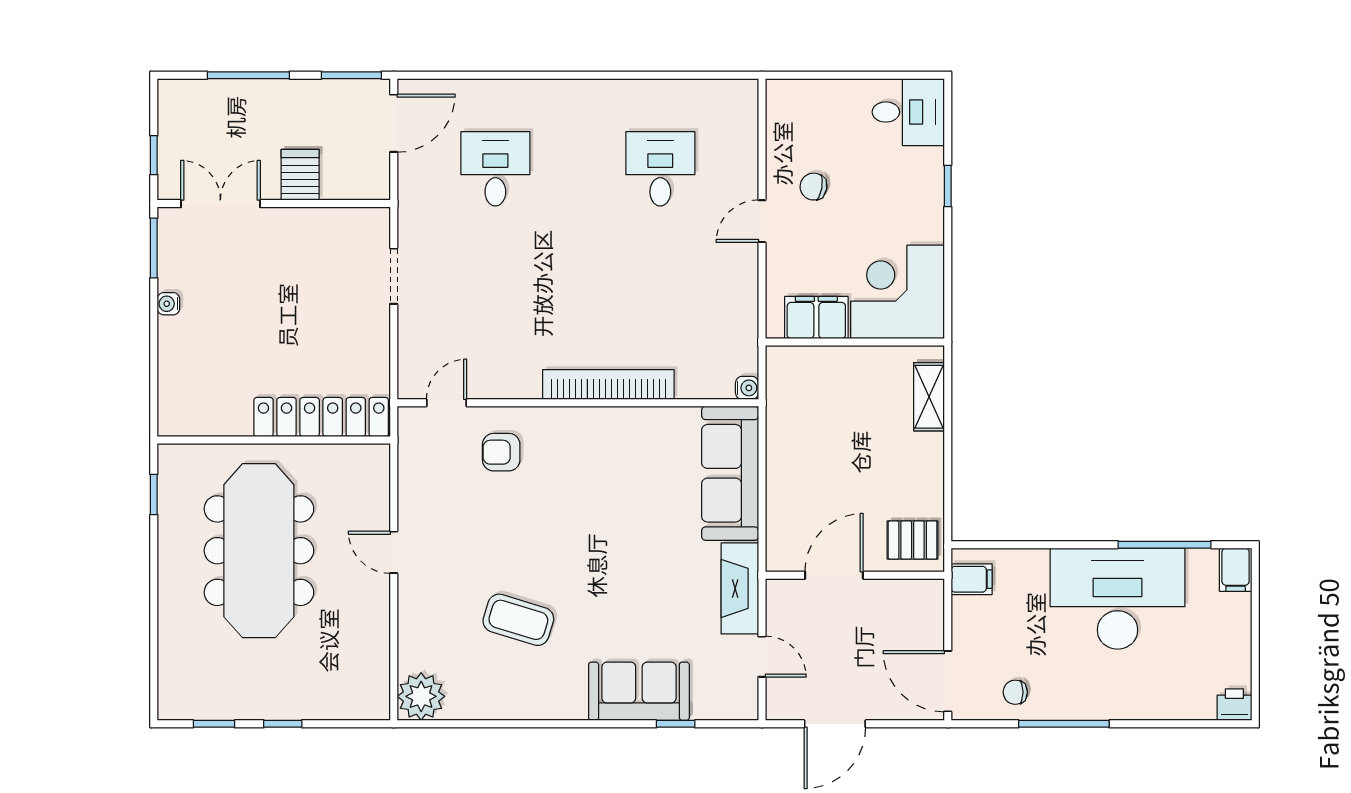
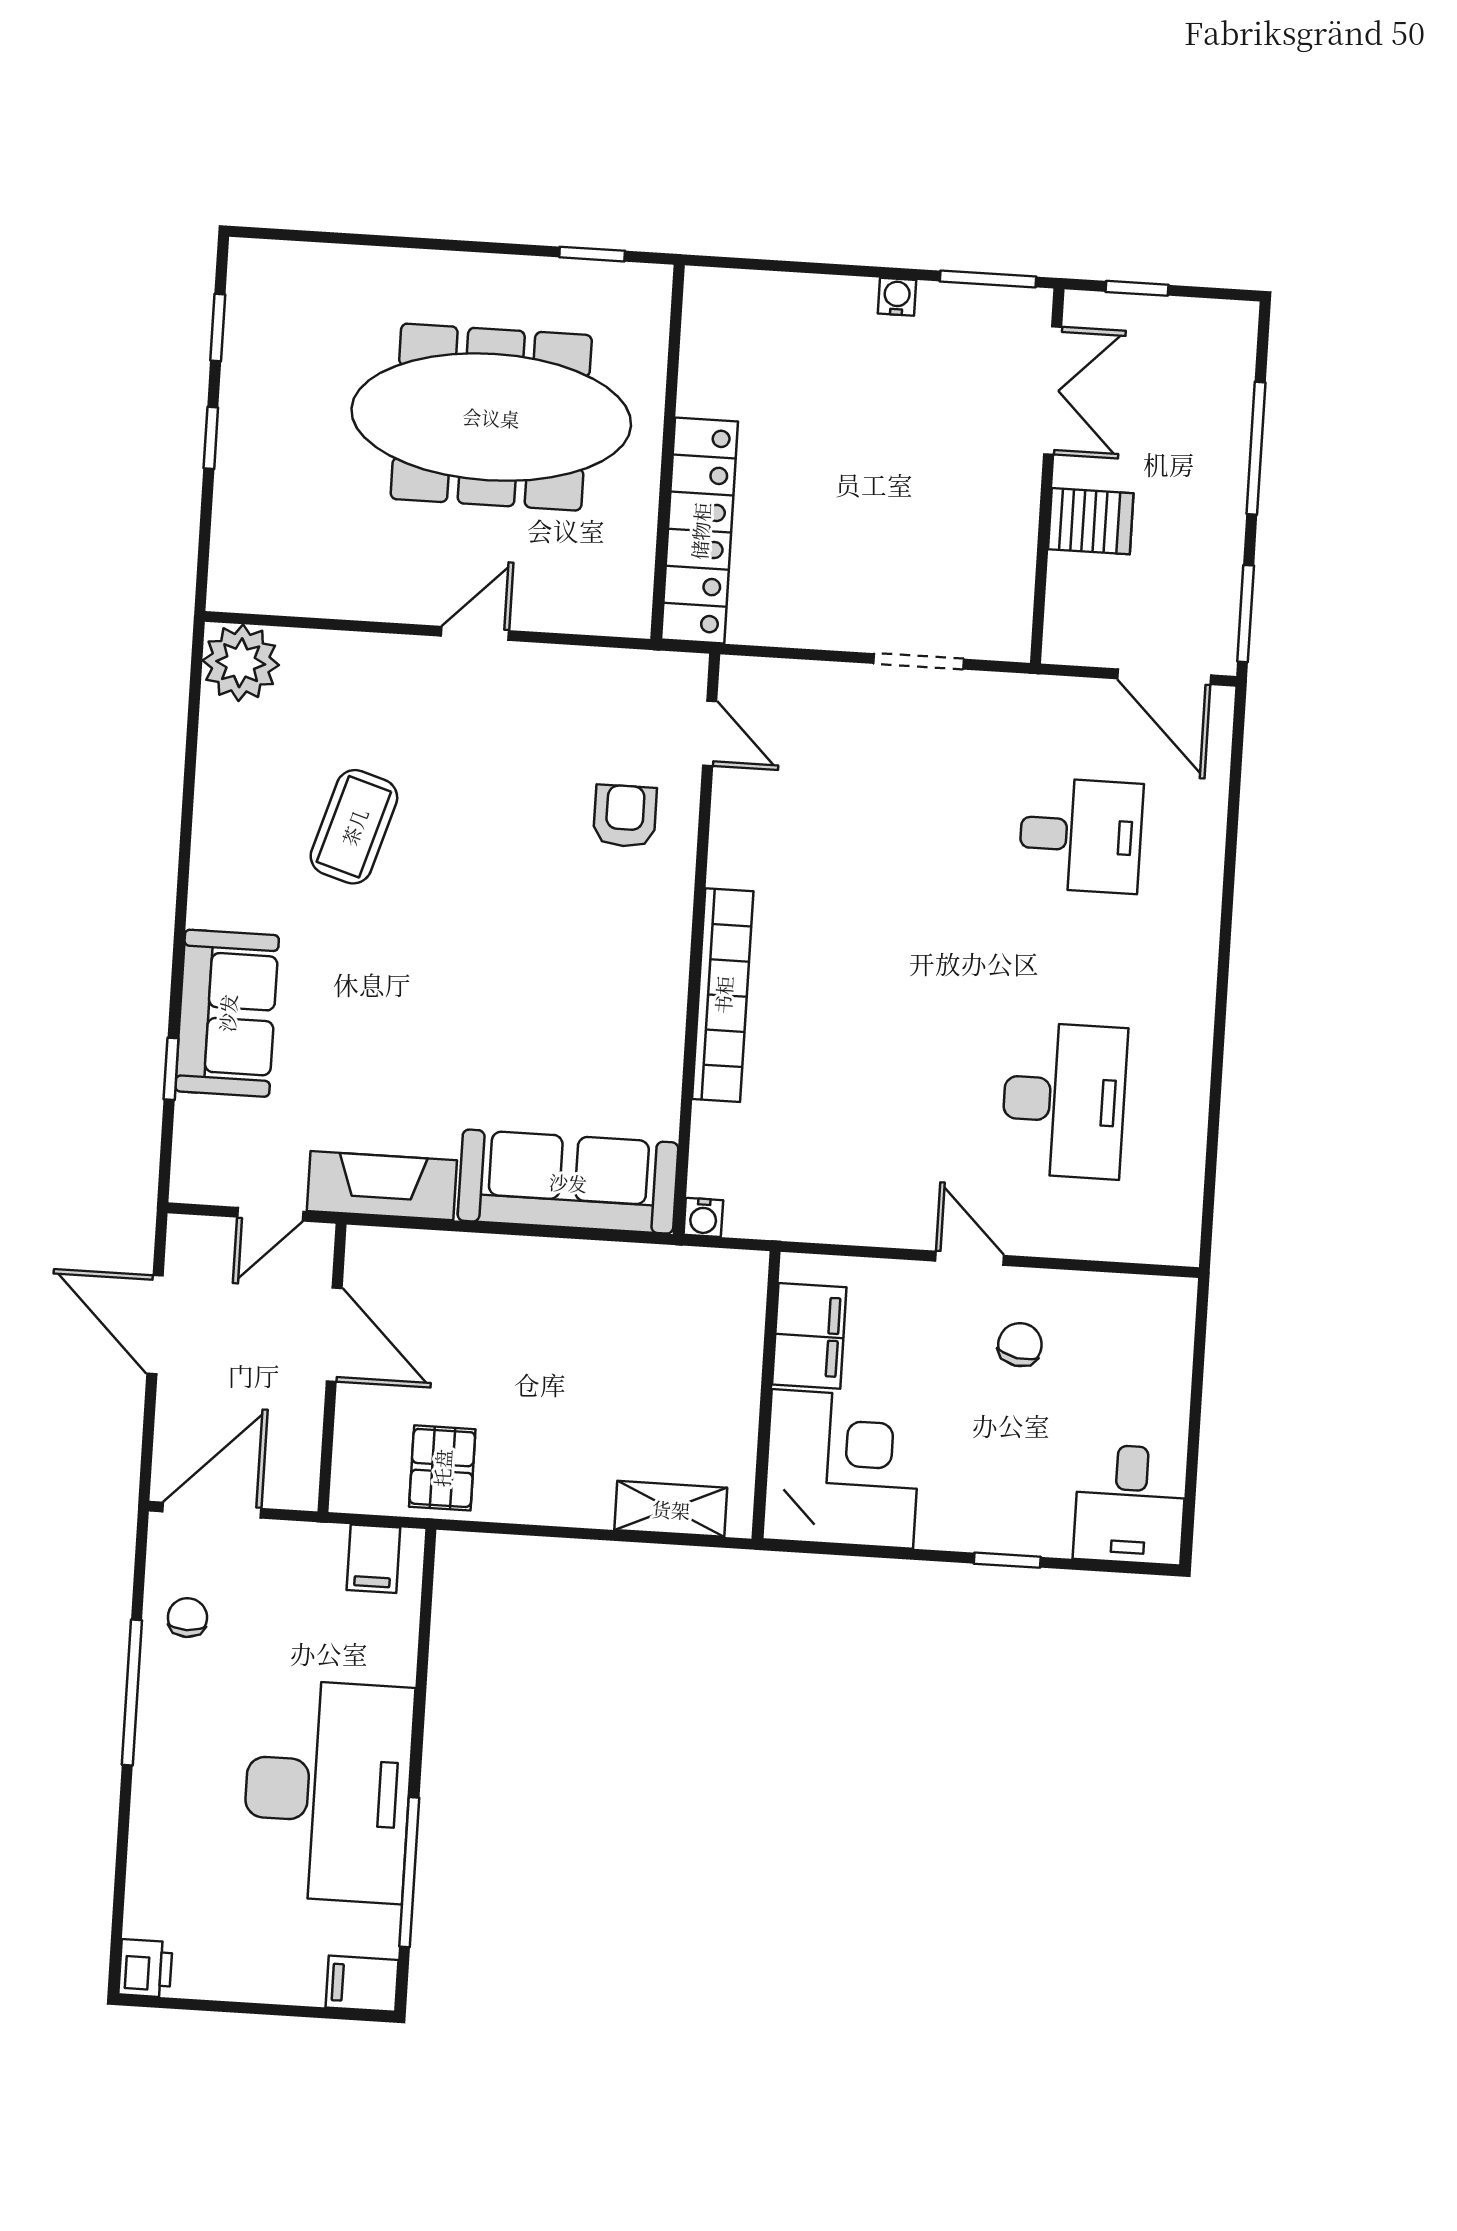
desk: (660, 169) -> (1064, 1100), width x1.37
door: (834, 575) -> (334, 1335), moved
wall: (855, 575) -> (332, 1368), moved

